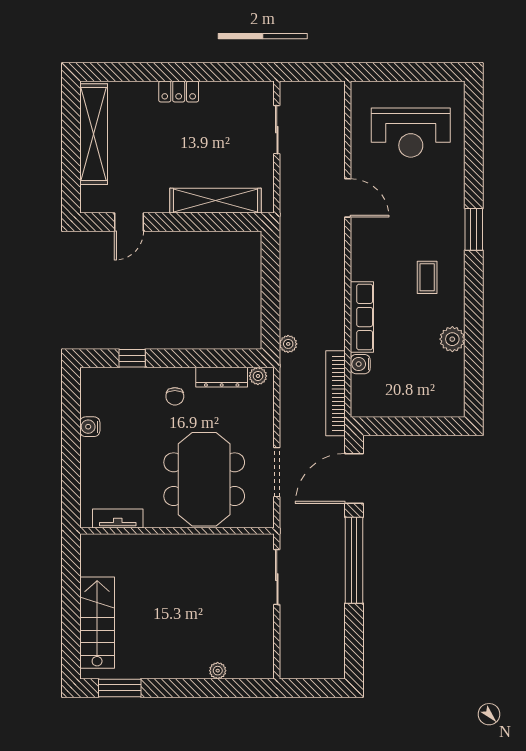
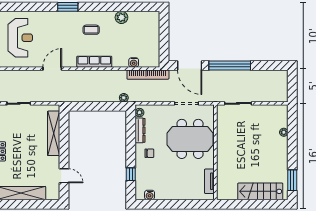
row of seats: (362, 317) -> (94, 62), moved
water cooler: (90, 427) -> (150, 195), moved

